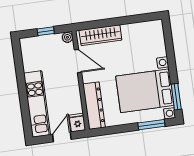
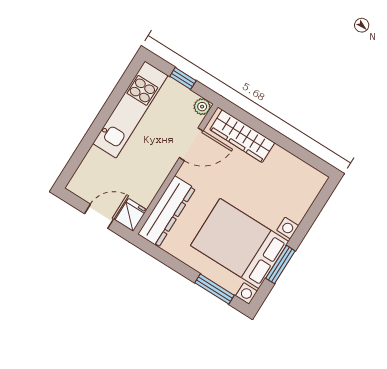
door: (78, 61) -> (191, 144), hinge flipped
window: (176, 97) -> (280, 265), moved
kitchen unit: (37, 104) -> (130, 109), moved

